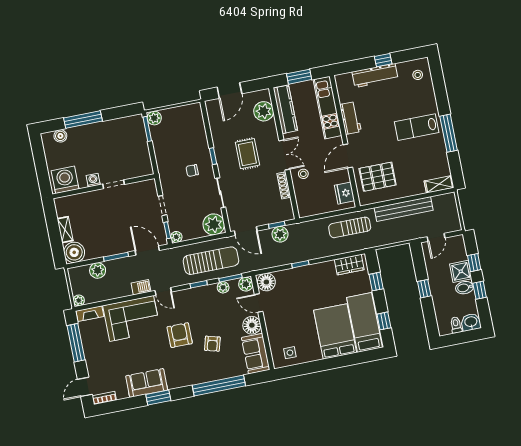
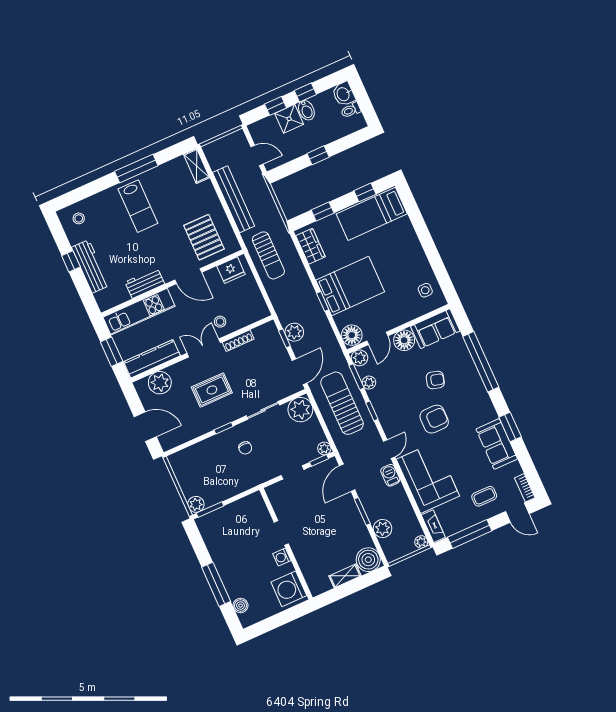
bed: (335, 331) -> (350, 286), moved, turned 180
armchair: (180, 335) -> (434, 419), turned 180
coffee table: (105, 362) -> (484, 496), added

